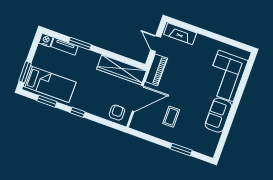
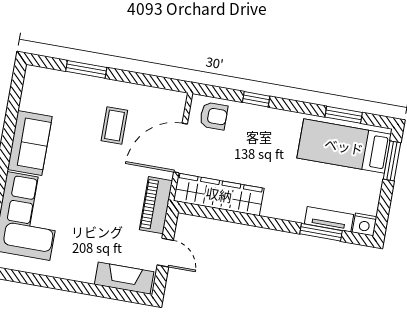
window: (80, 44) -> (321, 232), moved
window: (78, 112) -> (256, 99), moved
armchair: (117, 113) -> (214, 116), turned -90

